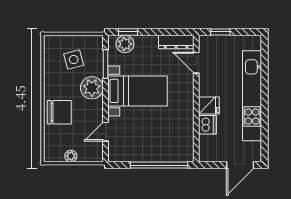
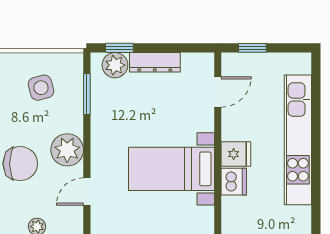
dresser: (176, 42) -> (155, 62), moved
door: (196, 63) -> (218, 92), swing flipped
plant: (92, 88) -> (67, 150), moved
bed with nightstands: (138, 91) -> (172, 169), moved, turned 180

